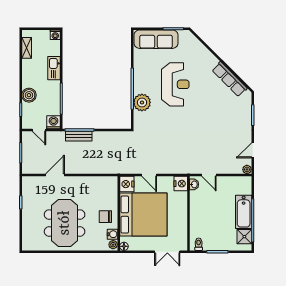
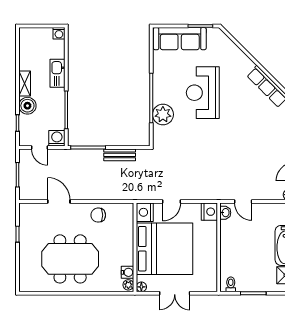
shelving: (27, 48) -> (25, 84), moved
reception desk: (175, 84) -> (203, 93), turned 180
bench: (79, 136) -> (120, 155), moved
door: (55, 175) -> (59, 201), hinge flipped
door: (149, 175) -> (172, 201), hinge flipped
chair: (105, 217) -> (98, 215), moved
meeting table: (65, 223) -> (70, 259), turned 90
double door: (167, 252) -> (175, 293), moved

